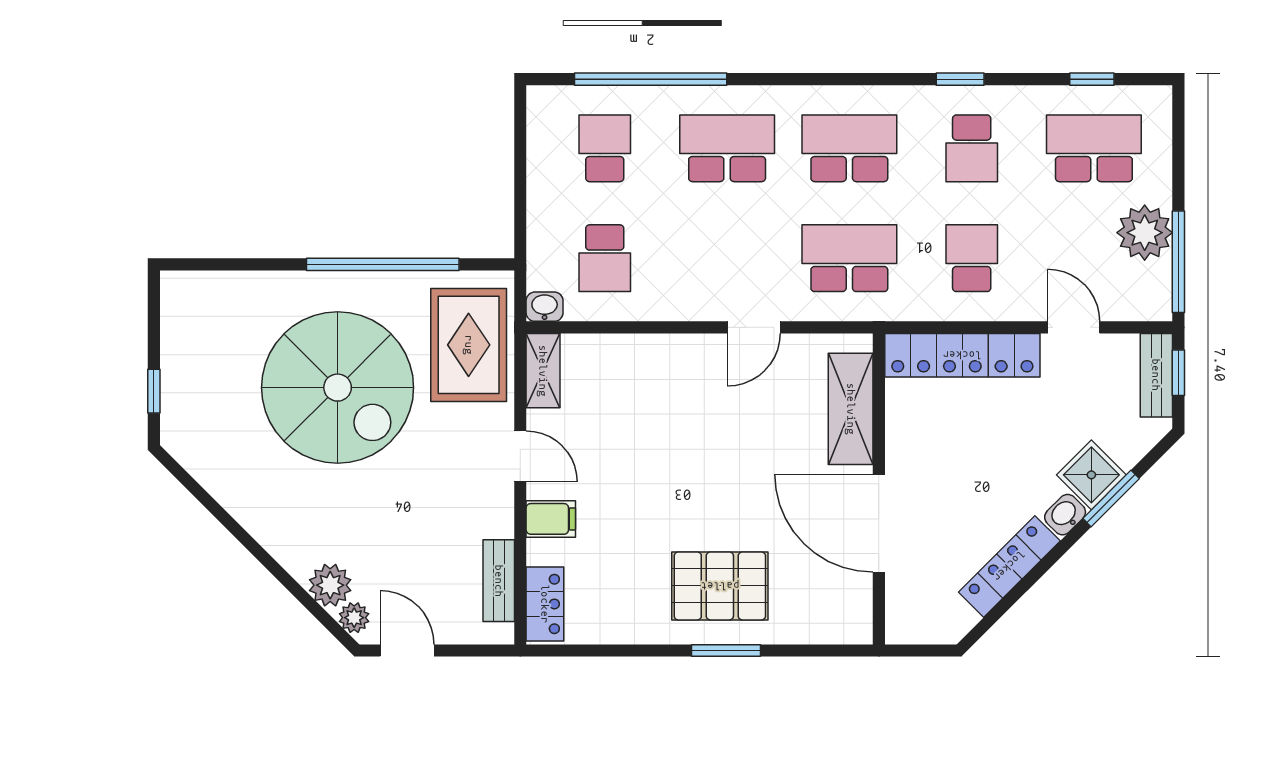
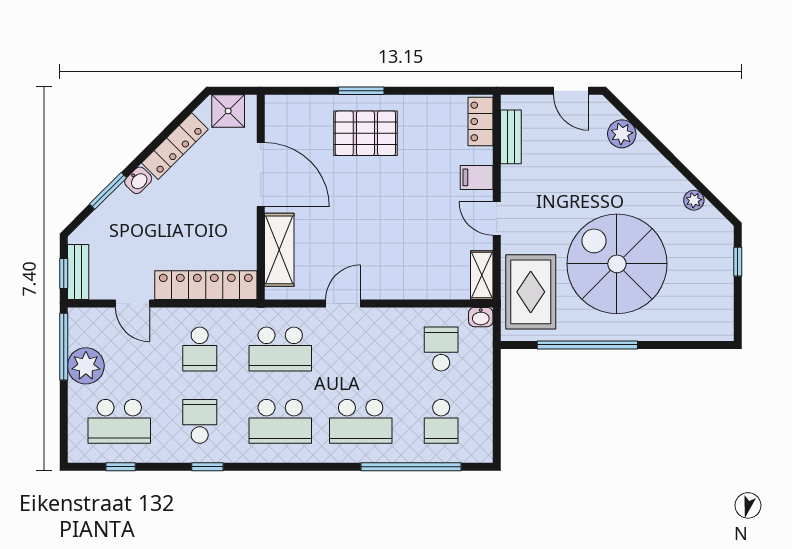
shower: (1091, 475) -> (228, 111), moved, turned 45
plant: (354, 618) -> (694, 200), moved

